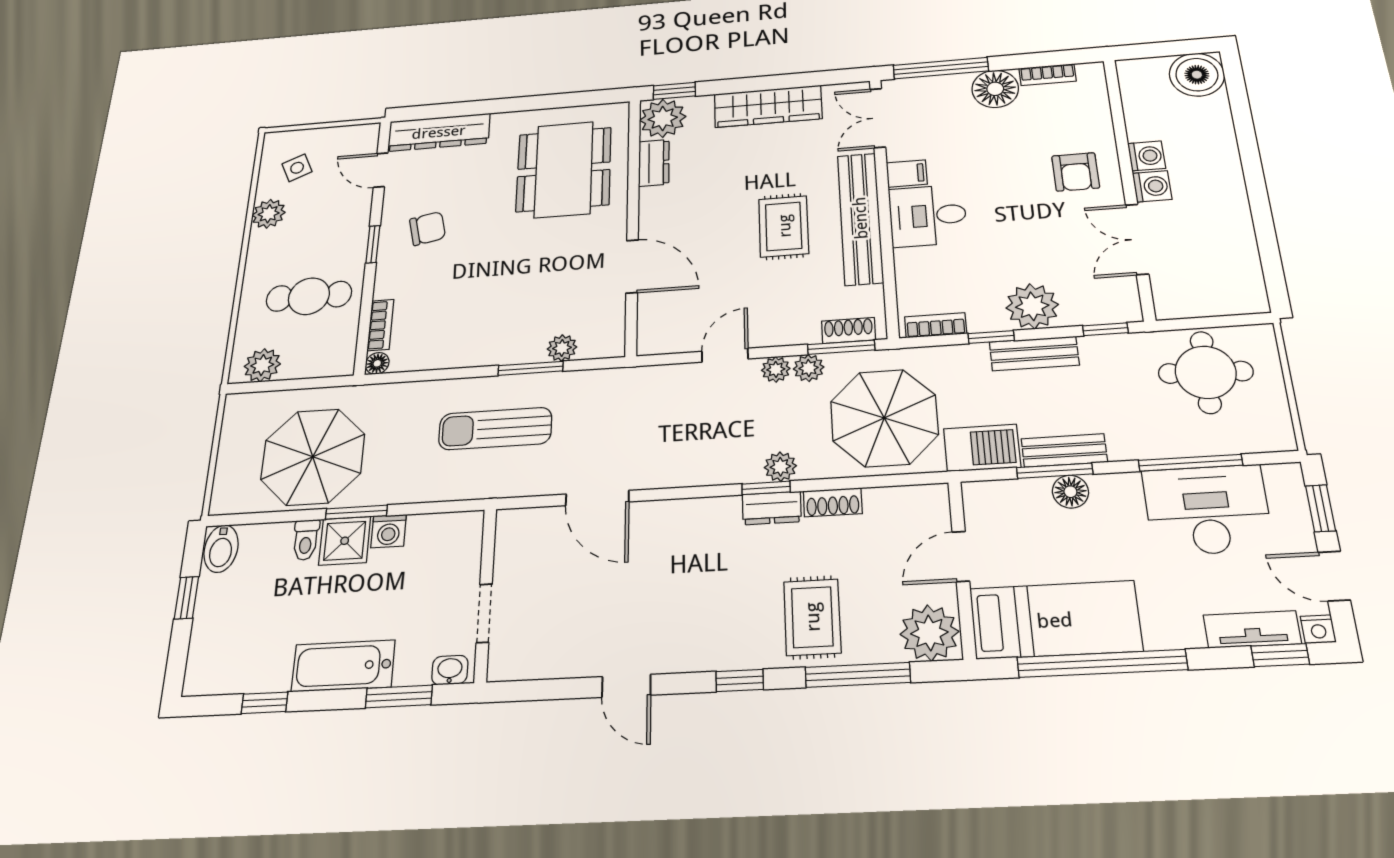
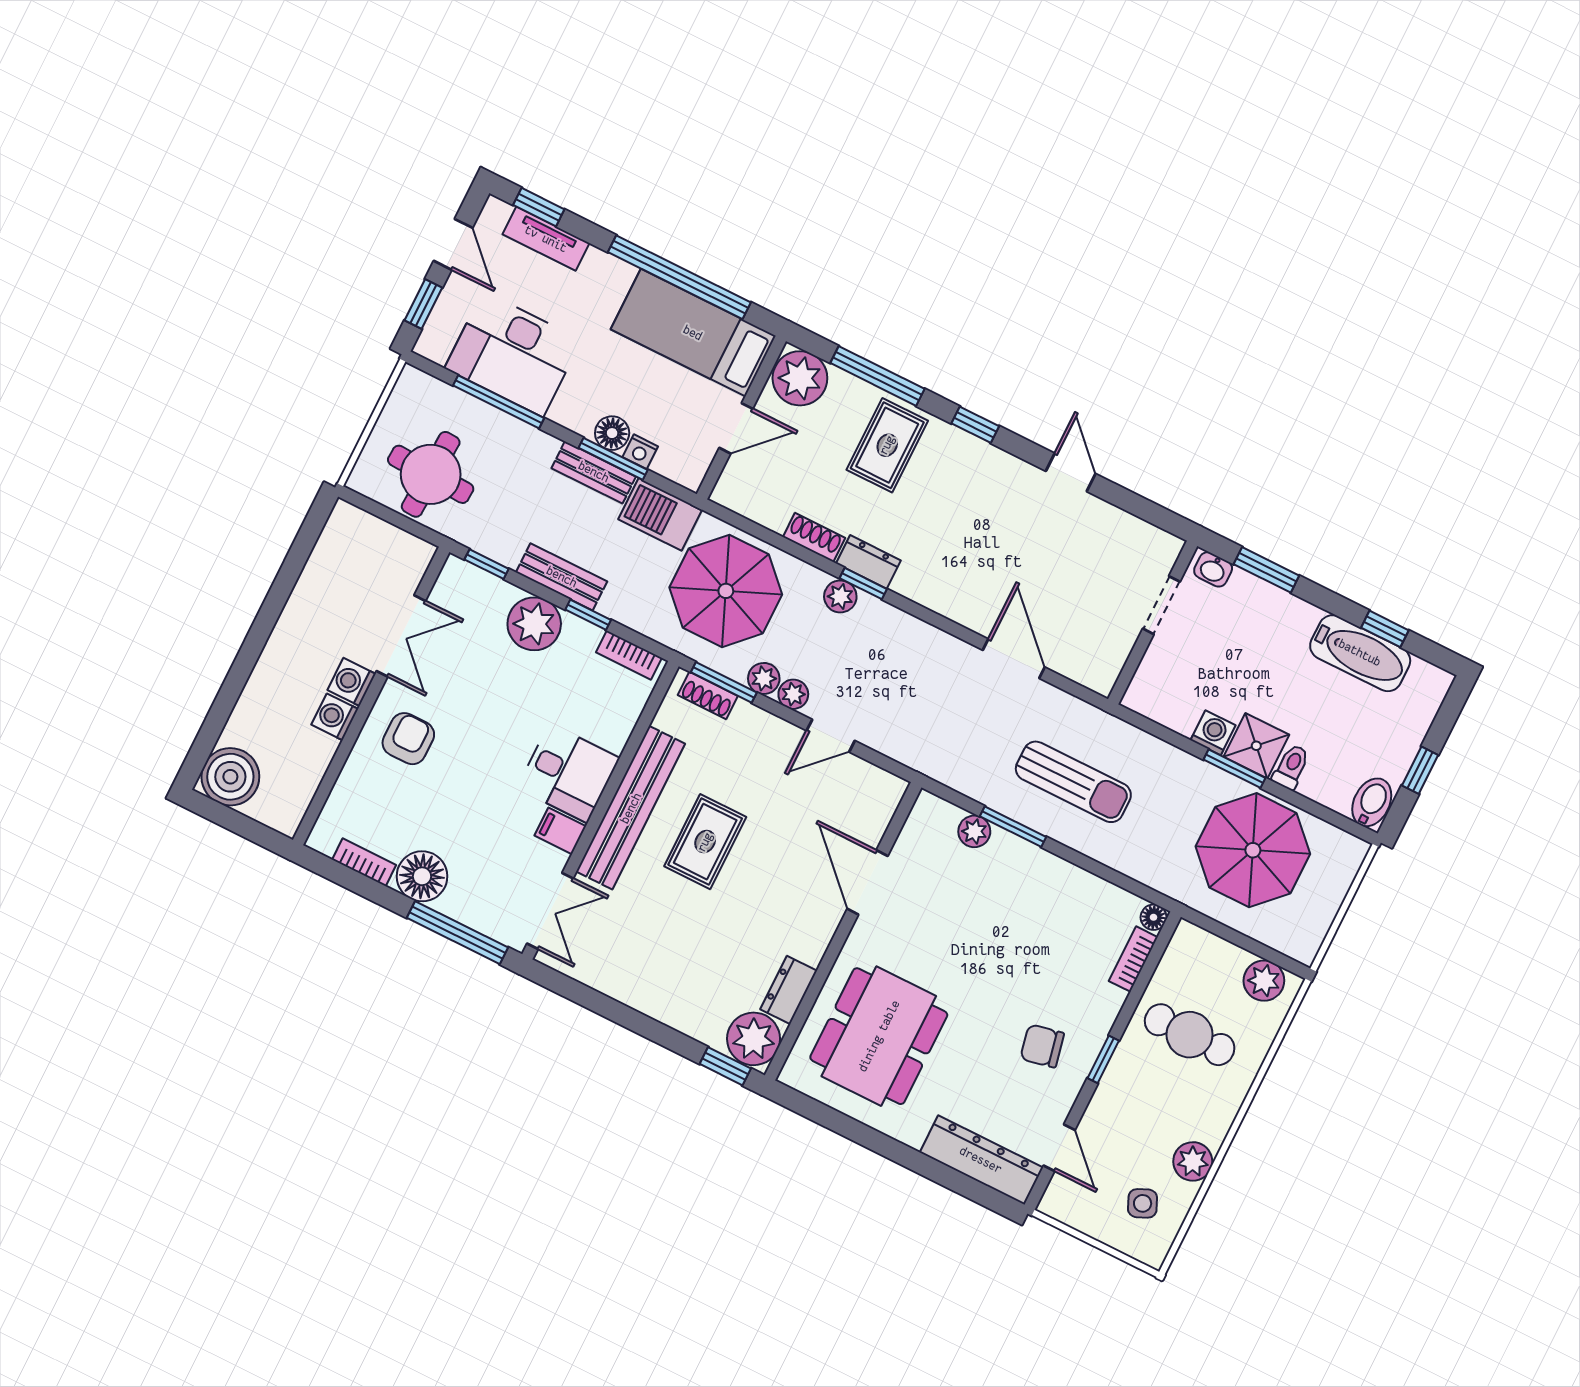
wardrobe: (768, 106) -> (645, 990), removed
nightstand: (1318, 629) -> (640, 452), moved, turned 180
bathtub: (343, 666) -> (1360, 653), moved

